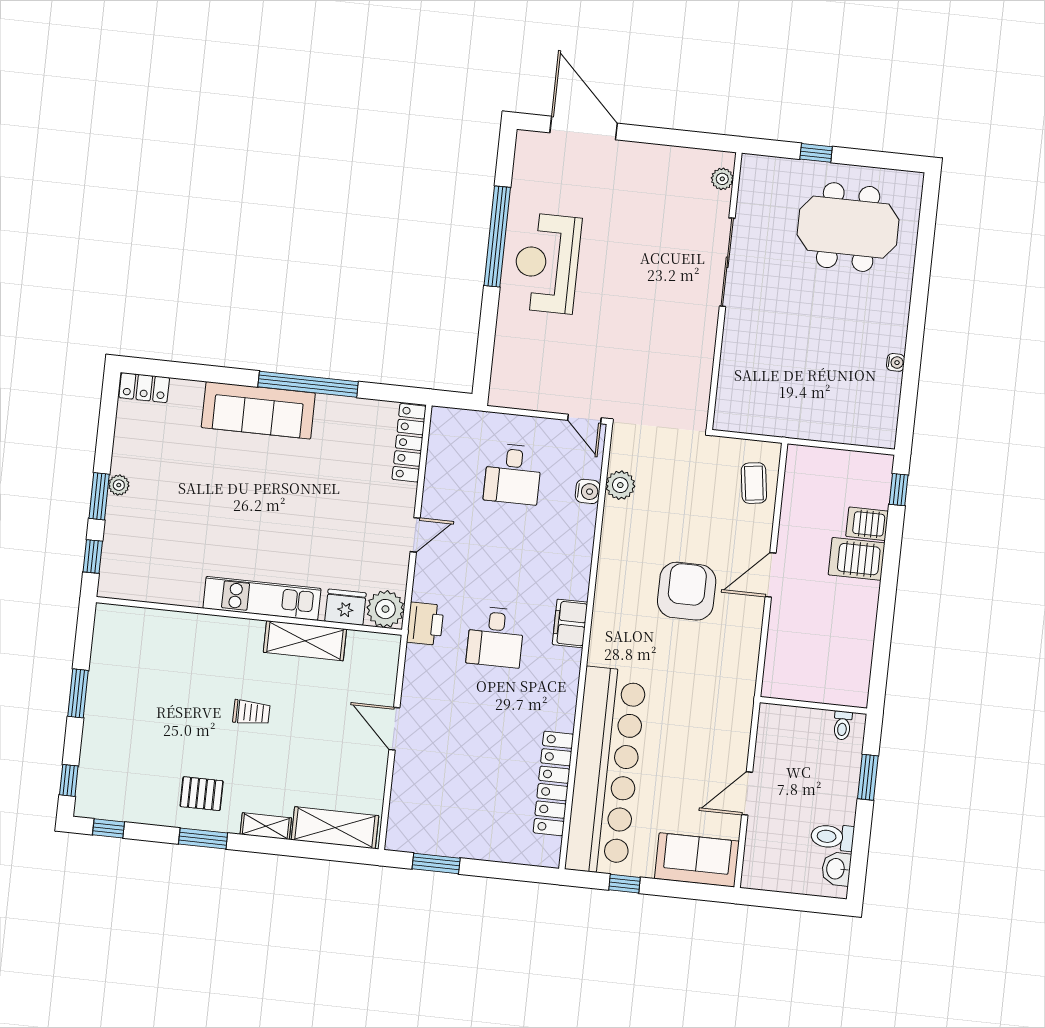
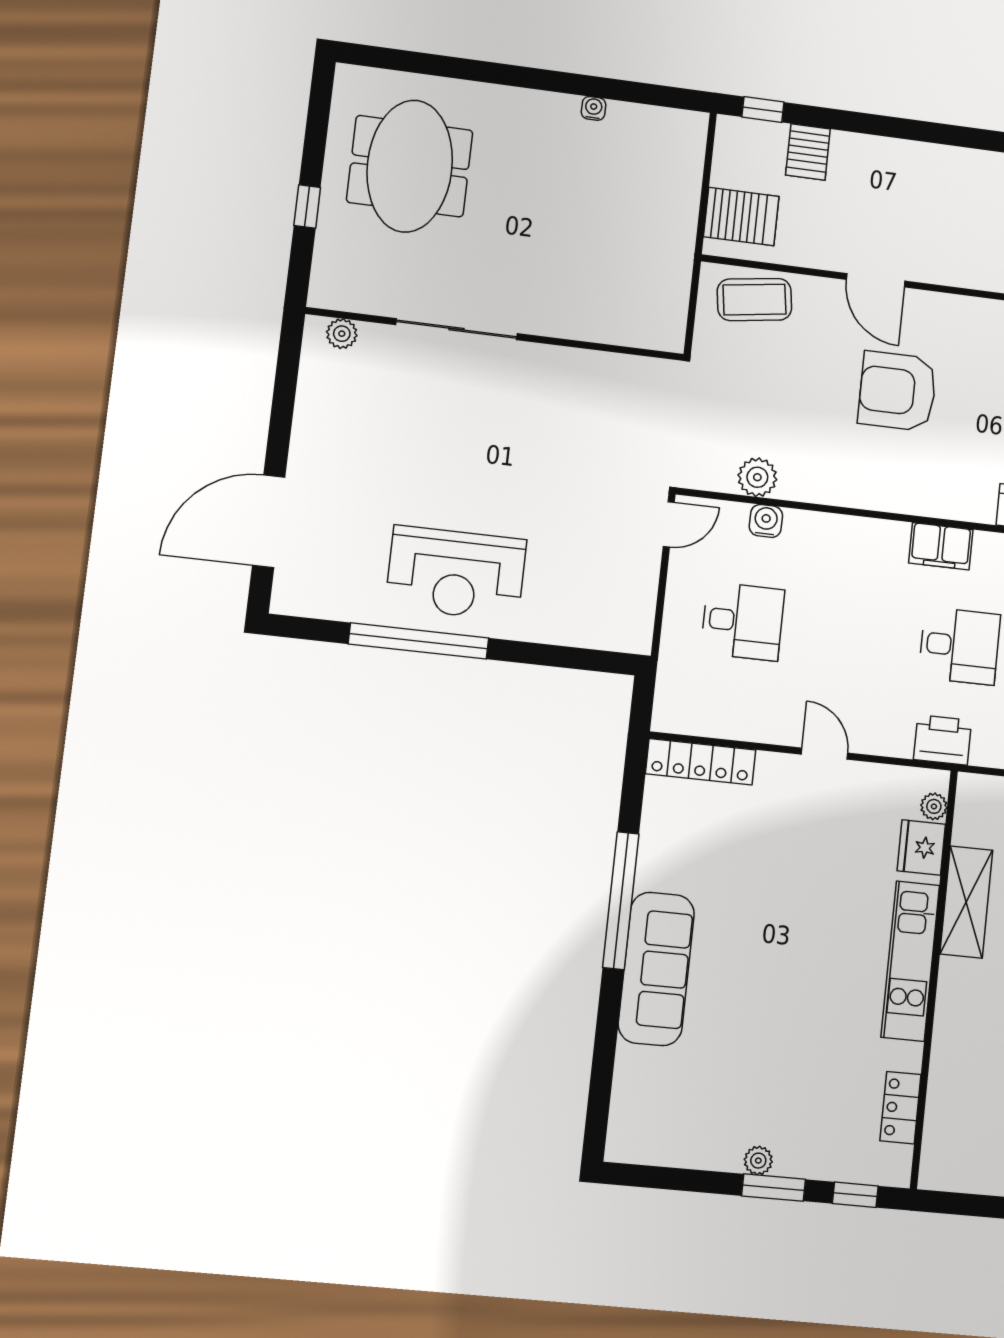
locker: (144, 388) -> (900, 1108), moved, turned 180
coffee table: (754, 483) -> (754, 300), width x1.36, depth x1.30
server rack: (857, 559) -> (741, 217), moved, turned -90
plant: (385, 609) -> (934, 806), width x0.53, depth x0.53

